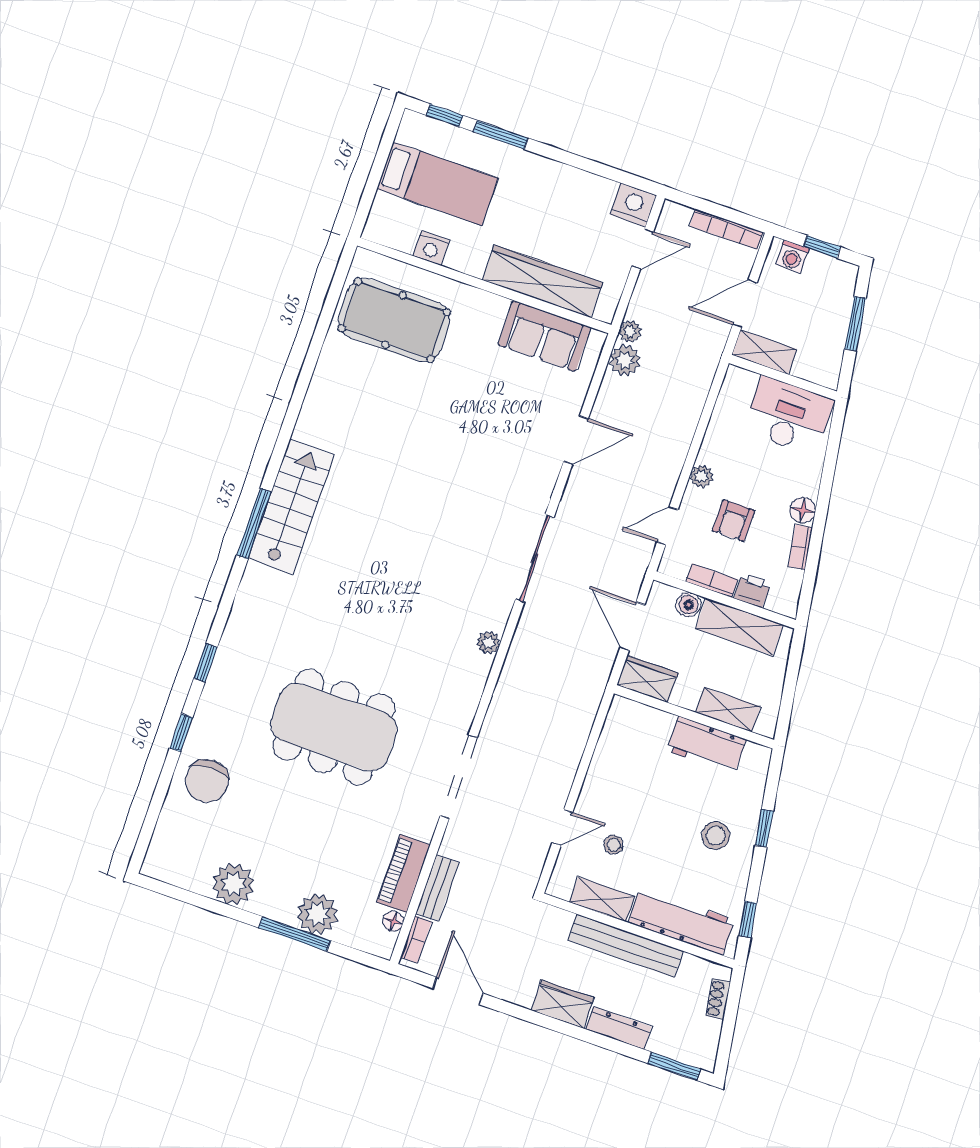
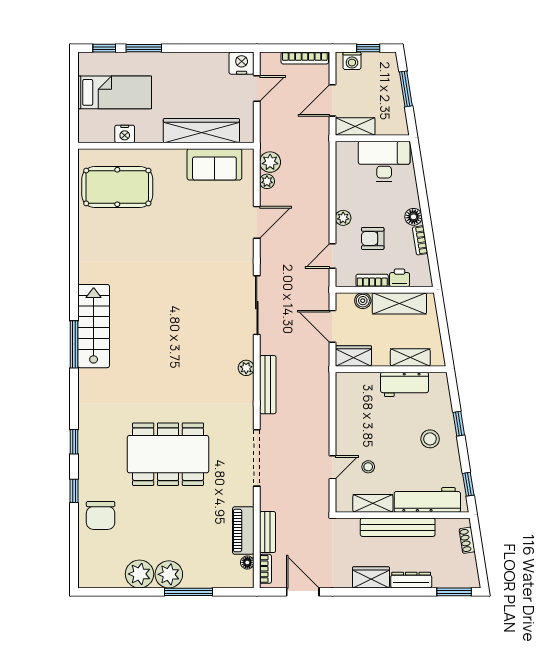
plant: (630, 331) -> (267, 181), moved
armchair: (734, 521) -> (373, 238), turned 90
bench: (511, 677) -> (268, 385), added
plant: (318, 914) -> (169, 574), moved

